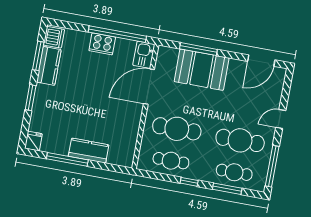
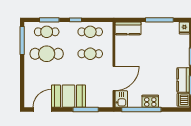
booth: (202, 70) -> (68, 96), moved
door: (281, 119) -> (22, 73), removed
cafe table: (177, 129) -> (90, 54), width x0.73, depth x0.74
kitchen counter: (89, 151) -> (128, 28), moved

